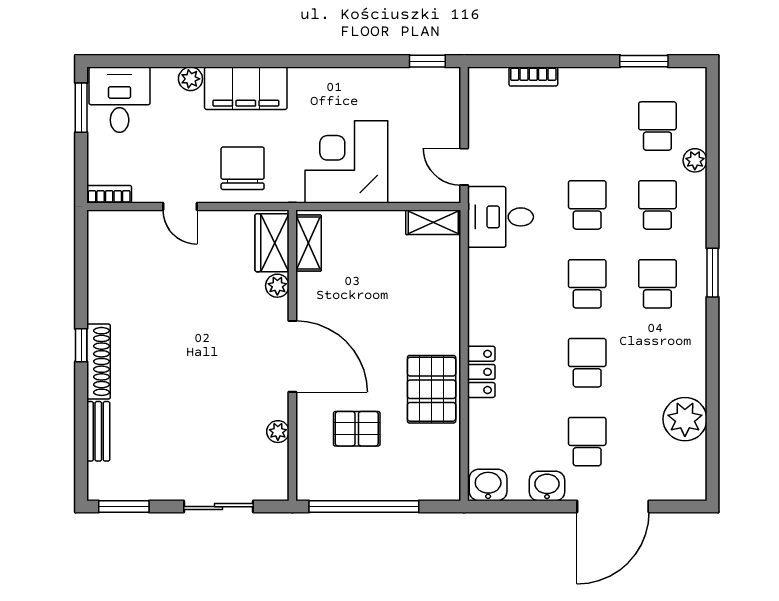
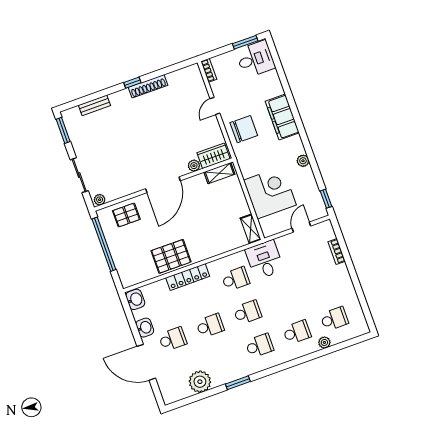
window: (644, 61) -> (363, 301), removed
plant: (190, 79) -> (303, 161), moved
corner desk: (346, 162) -> (270, 193), moved
door: (464, 167) -> (301, 227), moved
school desk: (587, 205) -> (236, 279), moved
window: (713, 273) -> (238, 383), moved
shoe rack: (98, 361) -> (148, 86), moved
locker: (481, 372) -> (188, 277), width x1.53
pallet: (357, 429) -> (126, 215), moved, turned 90
plant: (278, 432) -> (100, 200), moved

